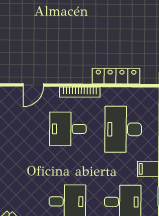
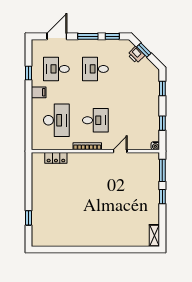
locker: (116, 76) -> (56, 158), width x0.66

